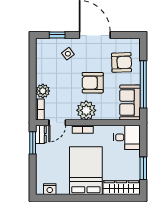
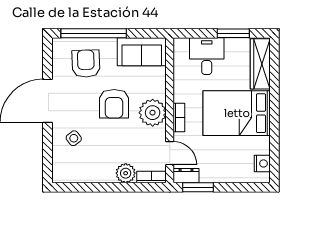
window: (57, 35) -> (48, 153), removed
window: (143, 84) -> (94, 33), moved
desk: (127, 137) -> (207, 56), moved

